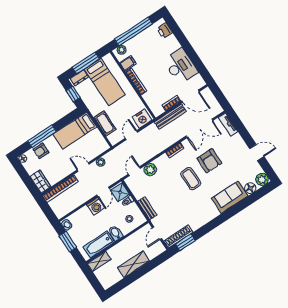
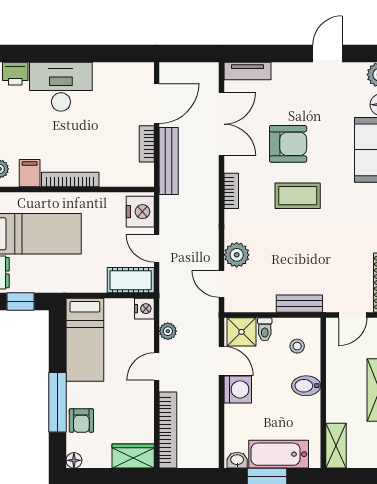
desk: (180, 66) -> (61, 87), moved
cot: (105, 123) -> (131, 280), moved
nightstand: (103, 146) -> (144, 309), added
door: (157, 233) -> (353, 315), hinge flipped
bathtub: (99, 244) -> (279, 454), moved, turned 90

